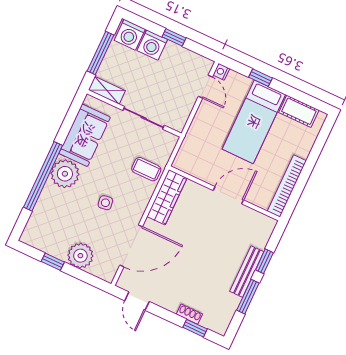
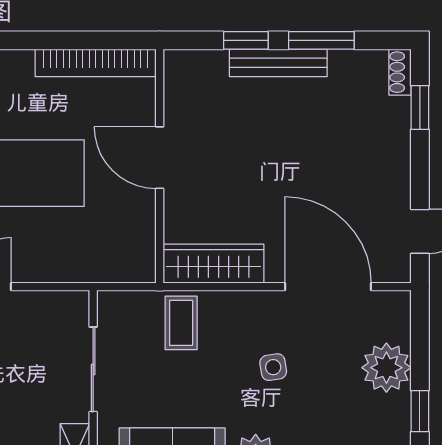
shoe rack: (189, 314) -> (400, 72), moved

